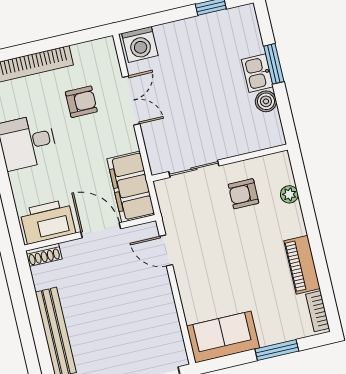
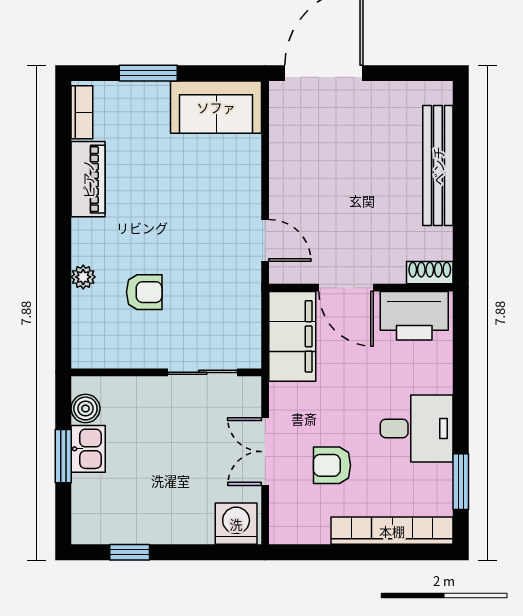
wall: (220, 163) -> (166, 372), moved
sliding door: (194, 169) -> (203, 372), moved

